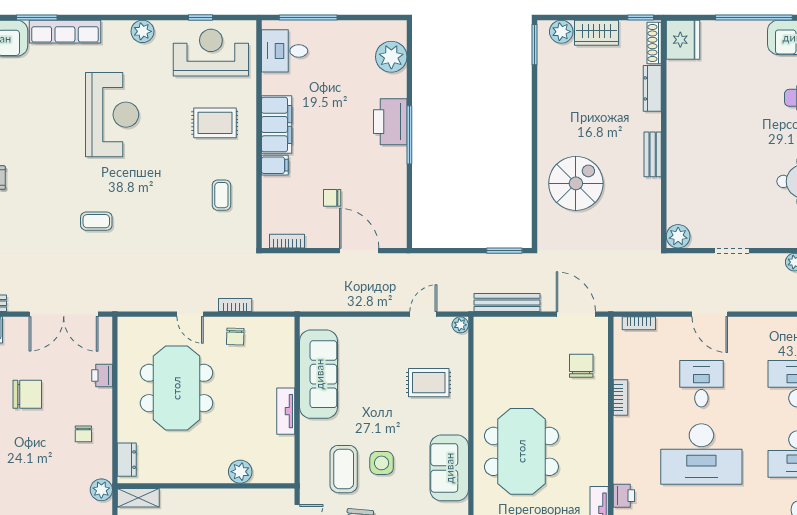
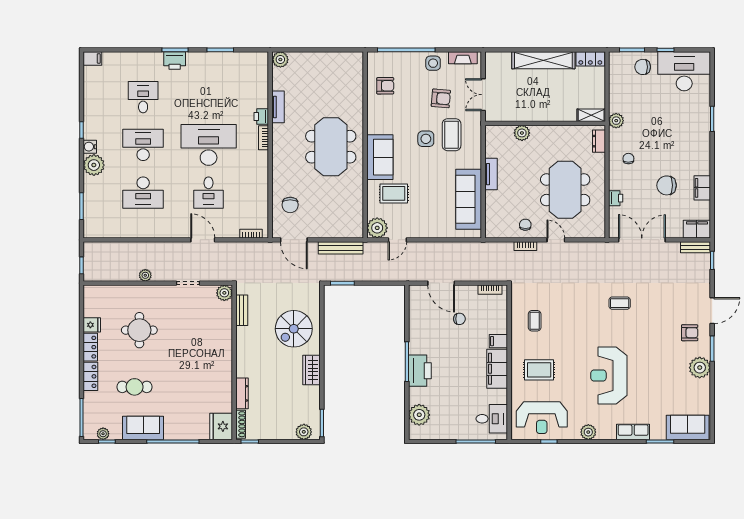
row of seats: (65, 32) -> (633, 432), width x0.68
wardrobe: (597, 33) -> (312, 370), moved, turned -90
bench: (653, 154) -> (242, 310), moved
plant: (460, 325) -> (377, 228), width x1.88, depth x1.88
bookcase: (620, 398) -> (264, 138), moved
sofa: (449, 468) -> (380, 157), moved

